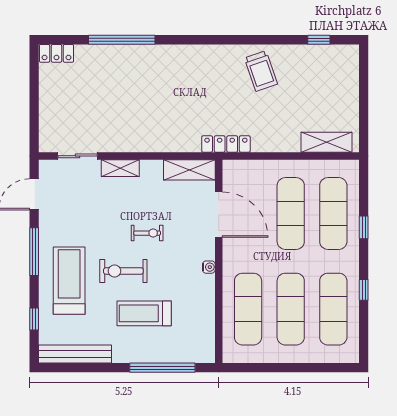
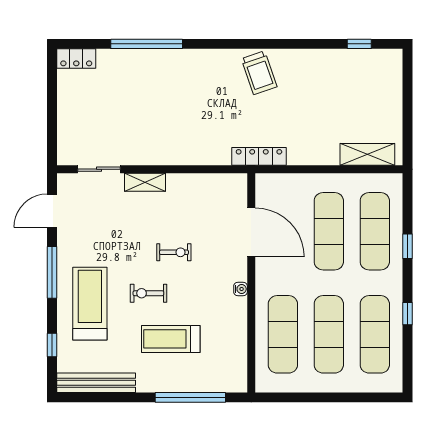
trolley: (261, 71) -> (259, 73), moved
shelving: (189, 170) -> (220, 184), removed
exercise bike: (123, 271) -> (148, 293), width x0.73, depth x0.72

